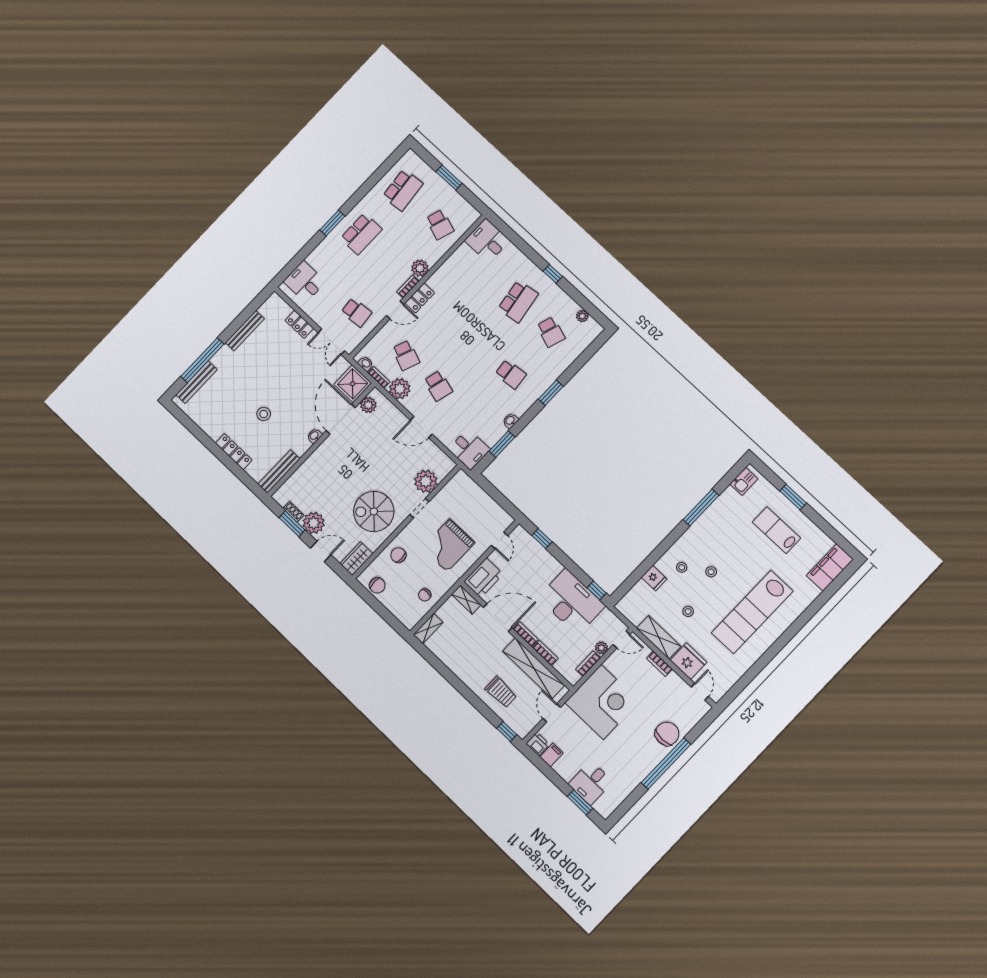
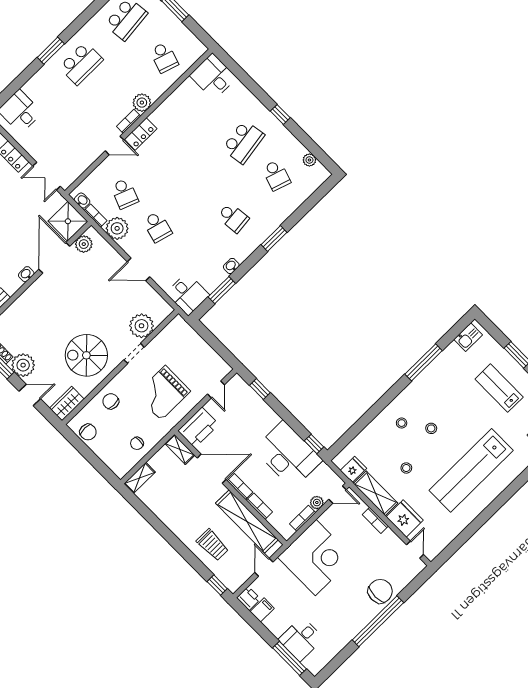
school desk: (356, 312) -> (74, 146), removed
fridge: (654, 578) -> (353, 469), moved, turned -90
window: (580, 802) -> (290, 658), width x1.44

